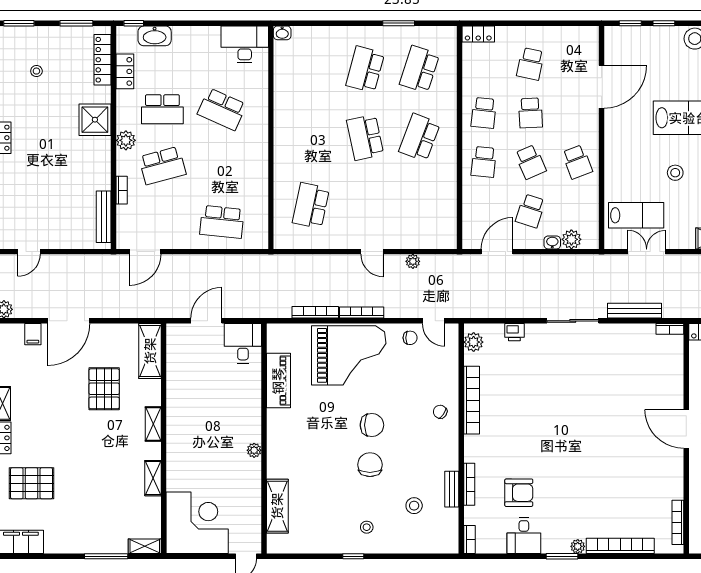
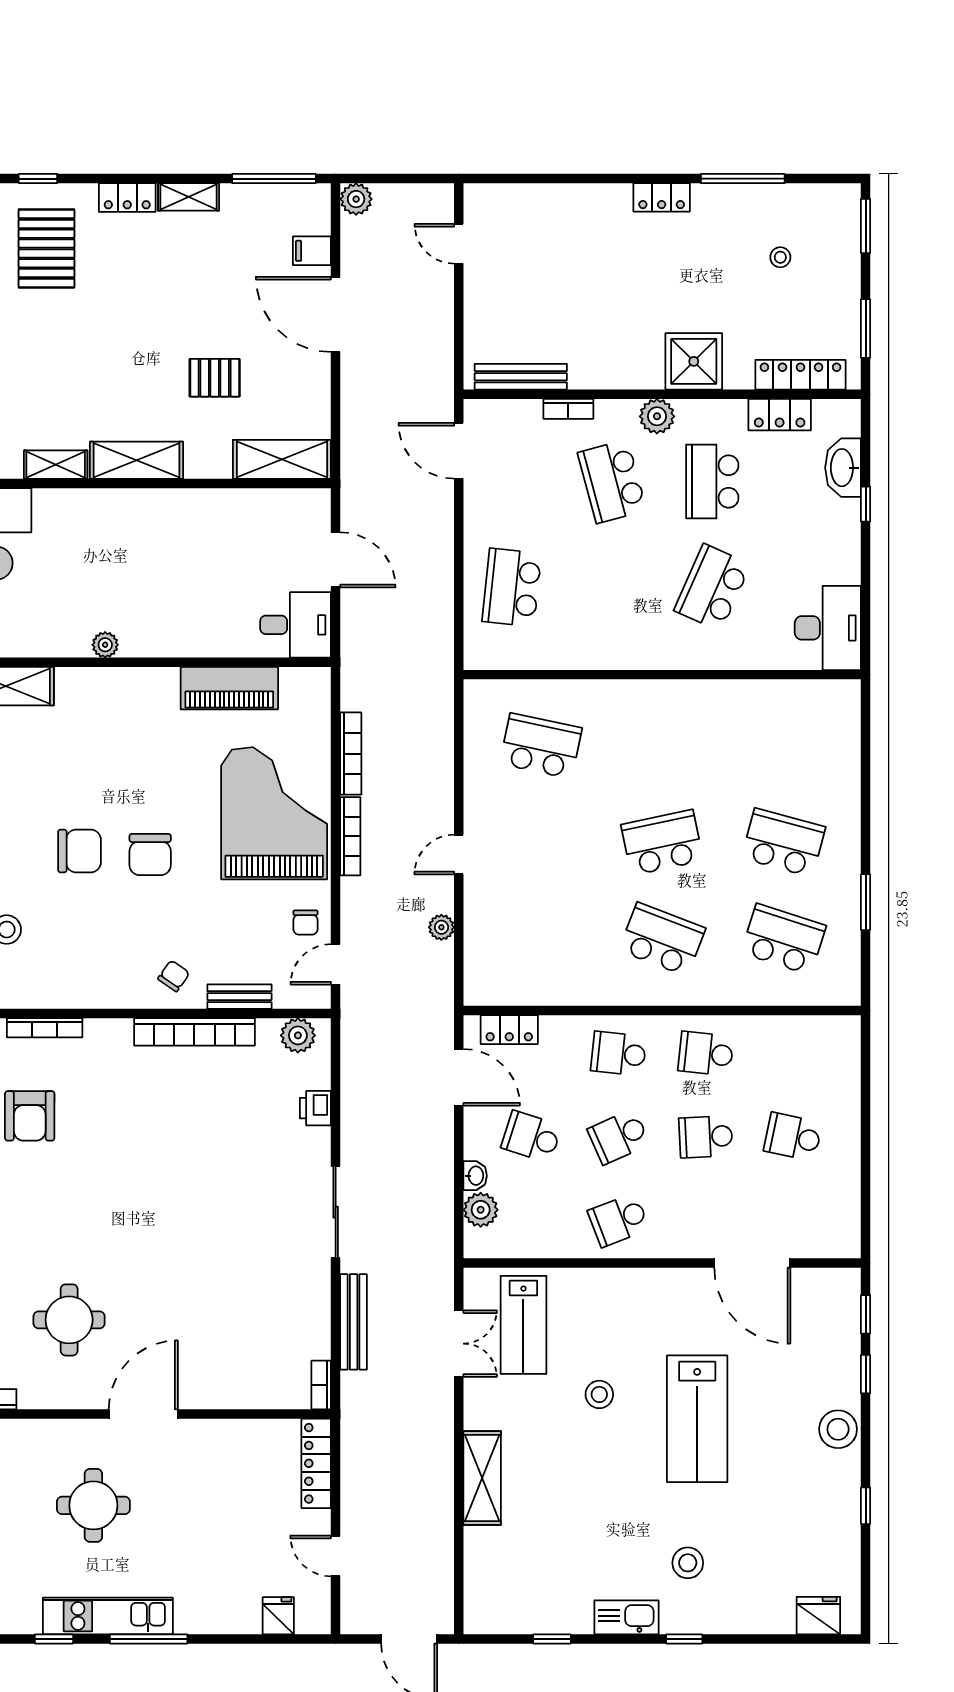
window: (134, 23) -> (866, 504), moved
washbasin: (282, 33) -> (848, 695), removed
locker: (478, 34) -> (509, 1030), moved, turned -90
grand piano: (349, 355) -> (274, 813), turned 180
pallet: (104, 389) -> (215, 378), width x0.67, depth x0.71
shelving: (153, 424) -> (136, 460), width x1.50, depth x1.33
round table: (633, 471) -> (69, 1320), added
bench: (452, 489) -> (239, 997), moved

